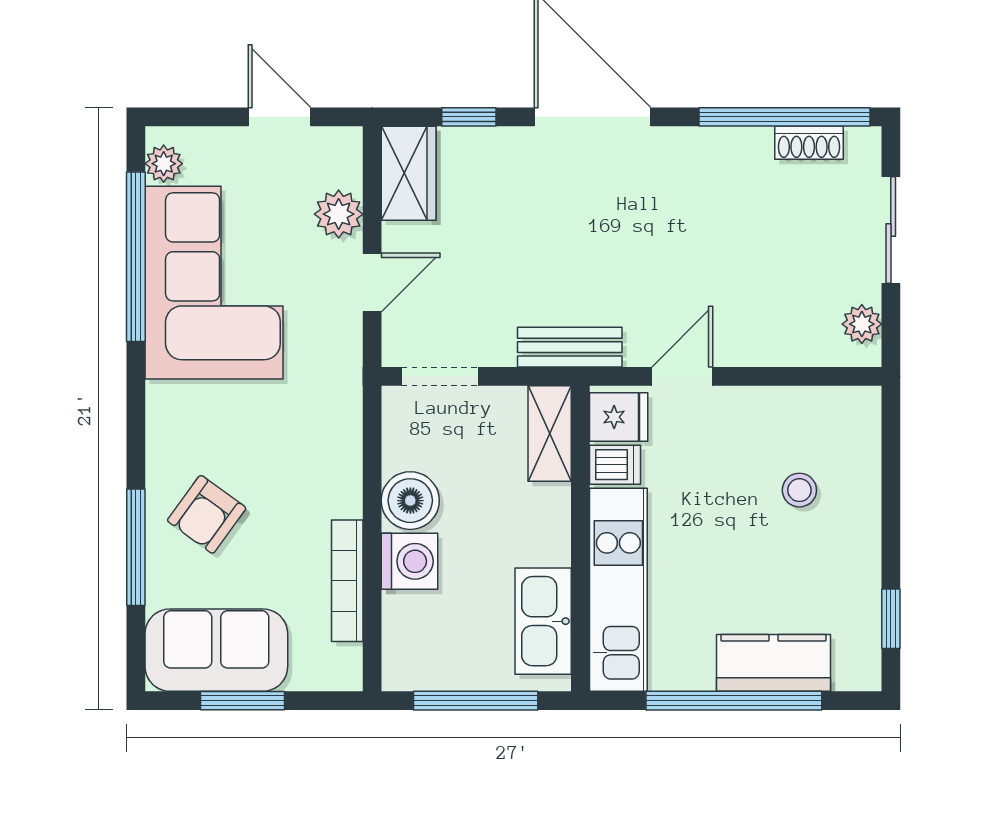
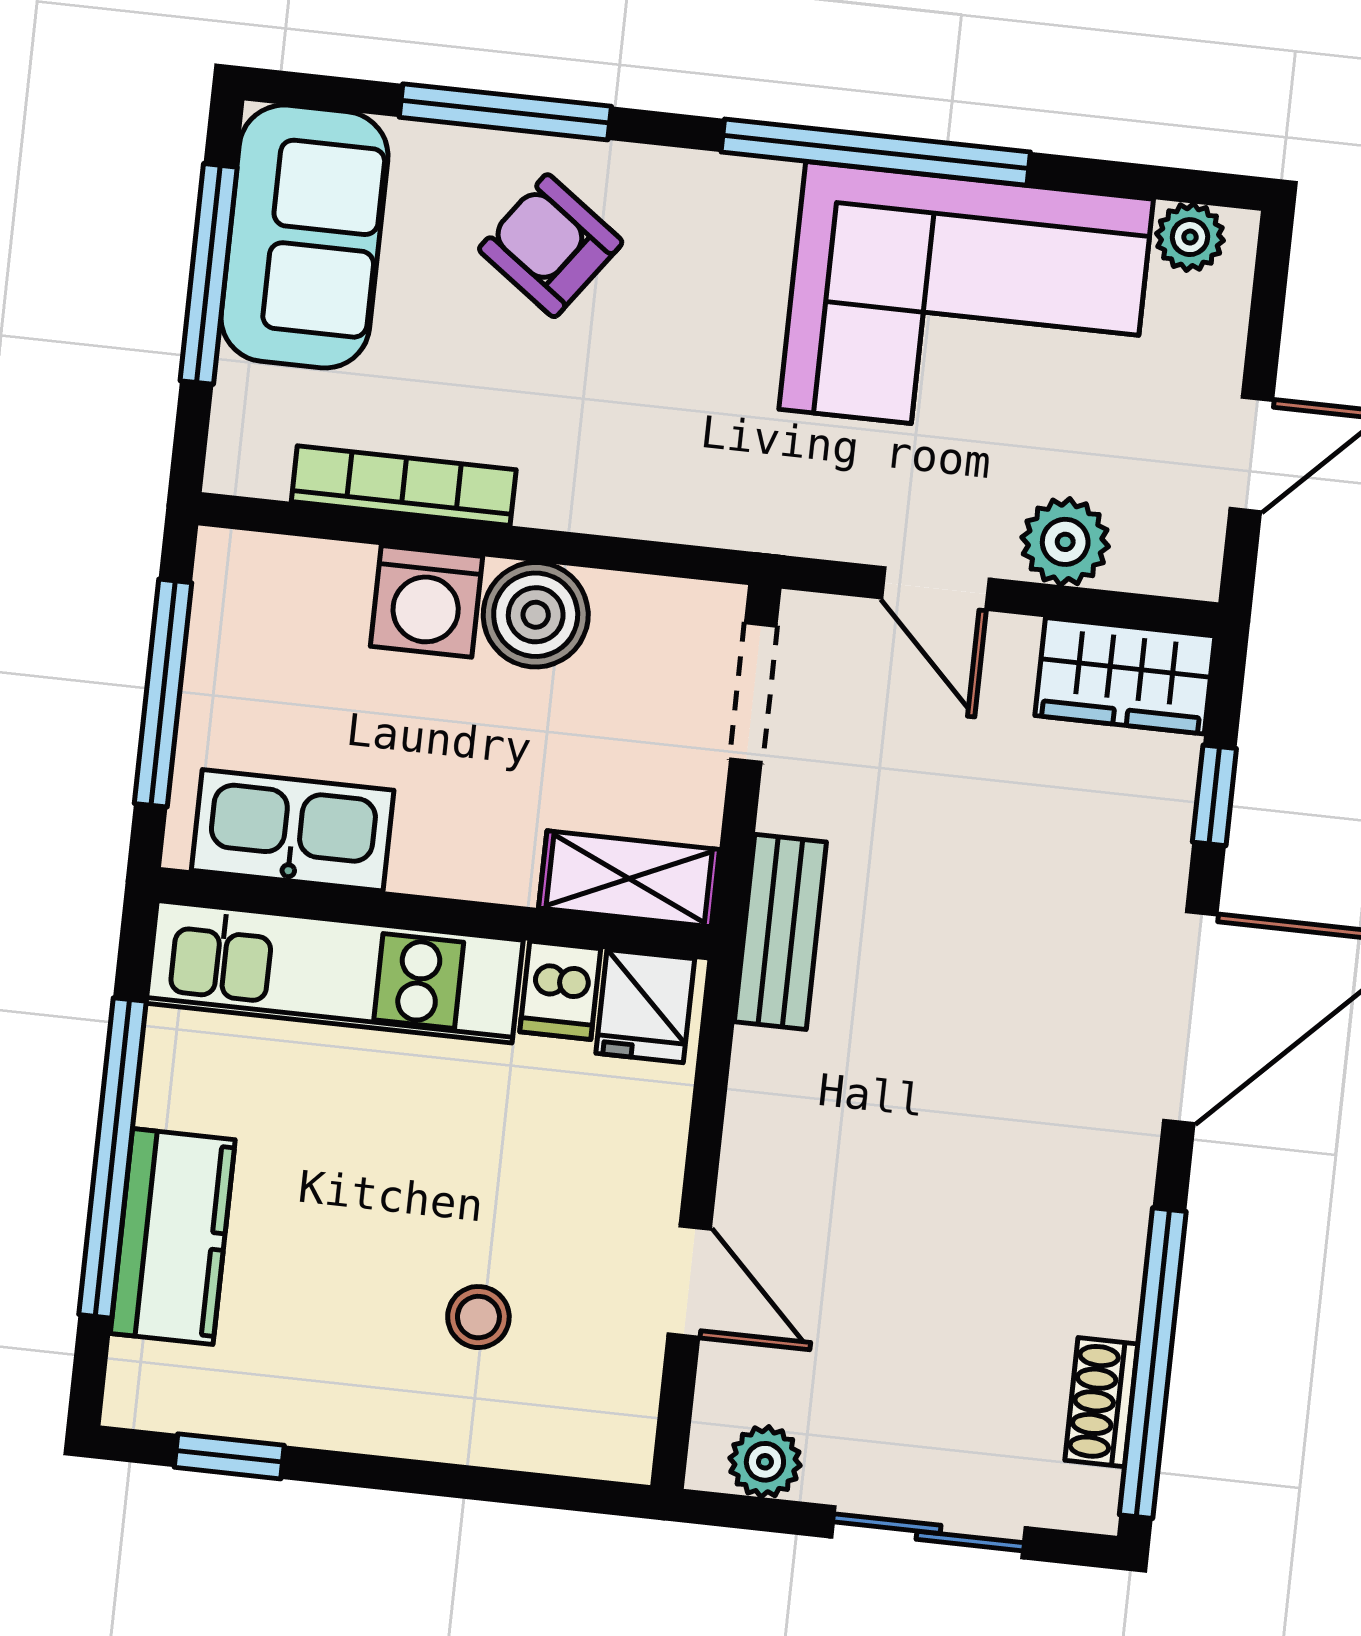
window: (136, 257) -> (876, 152), moved
door: (682, 376) -> (689, 1281), moved
window: (243, 701) -> (209, 274), width x1.44

